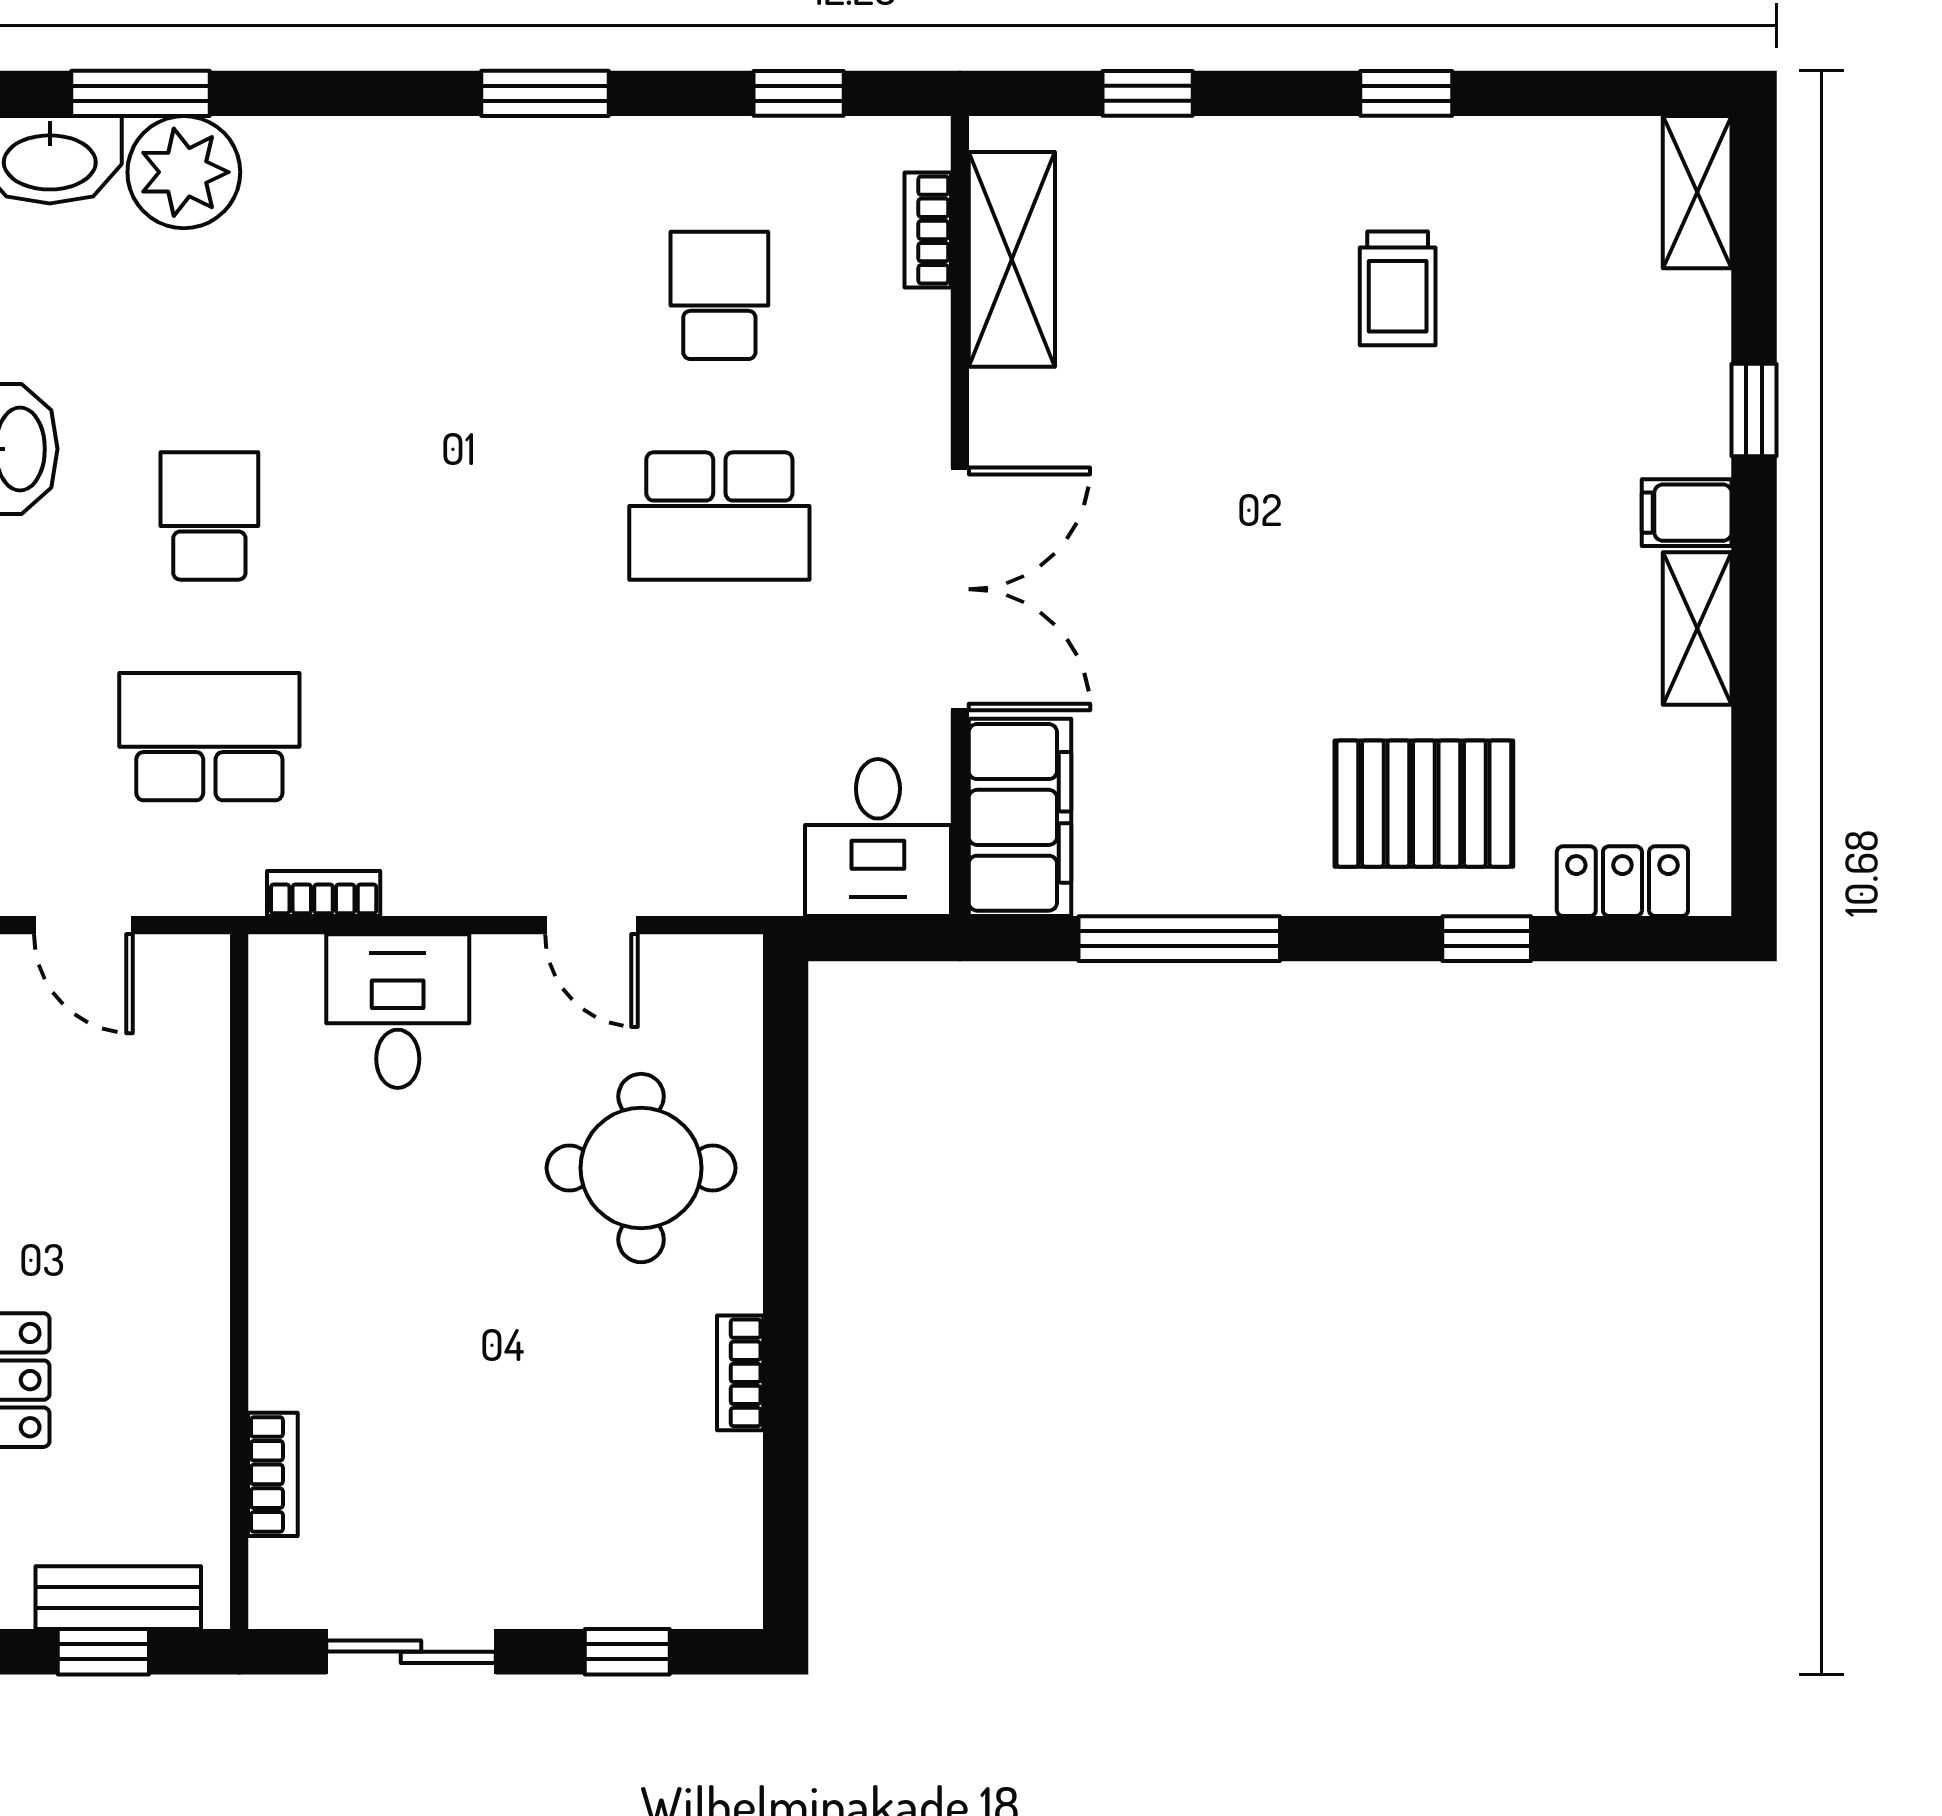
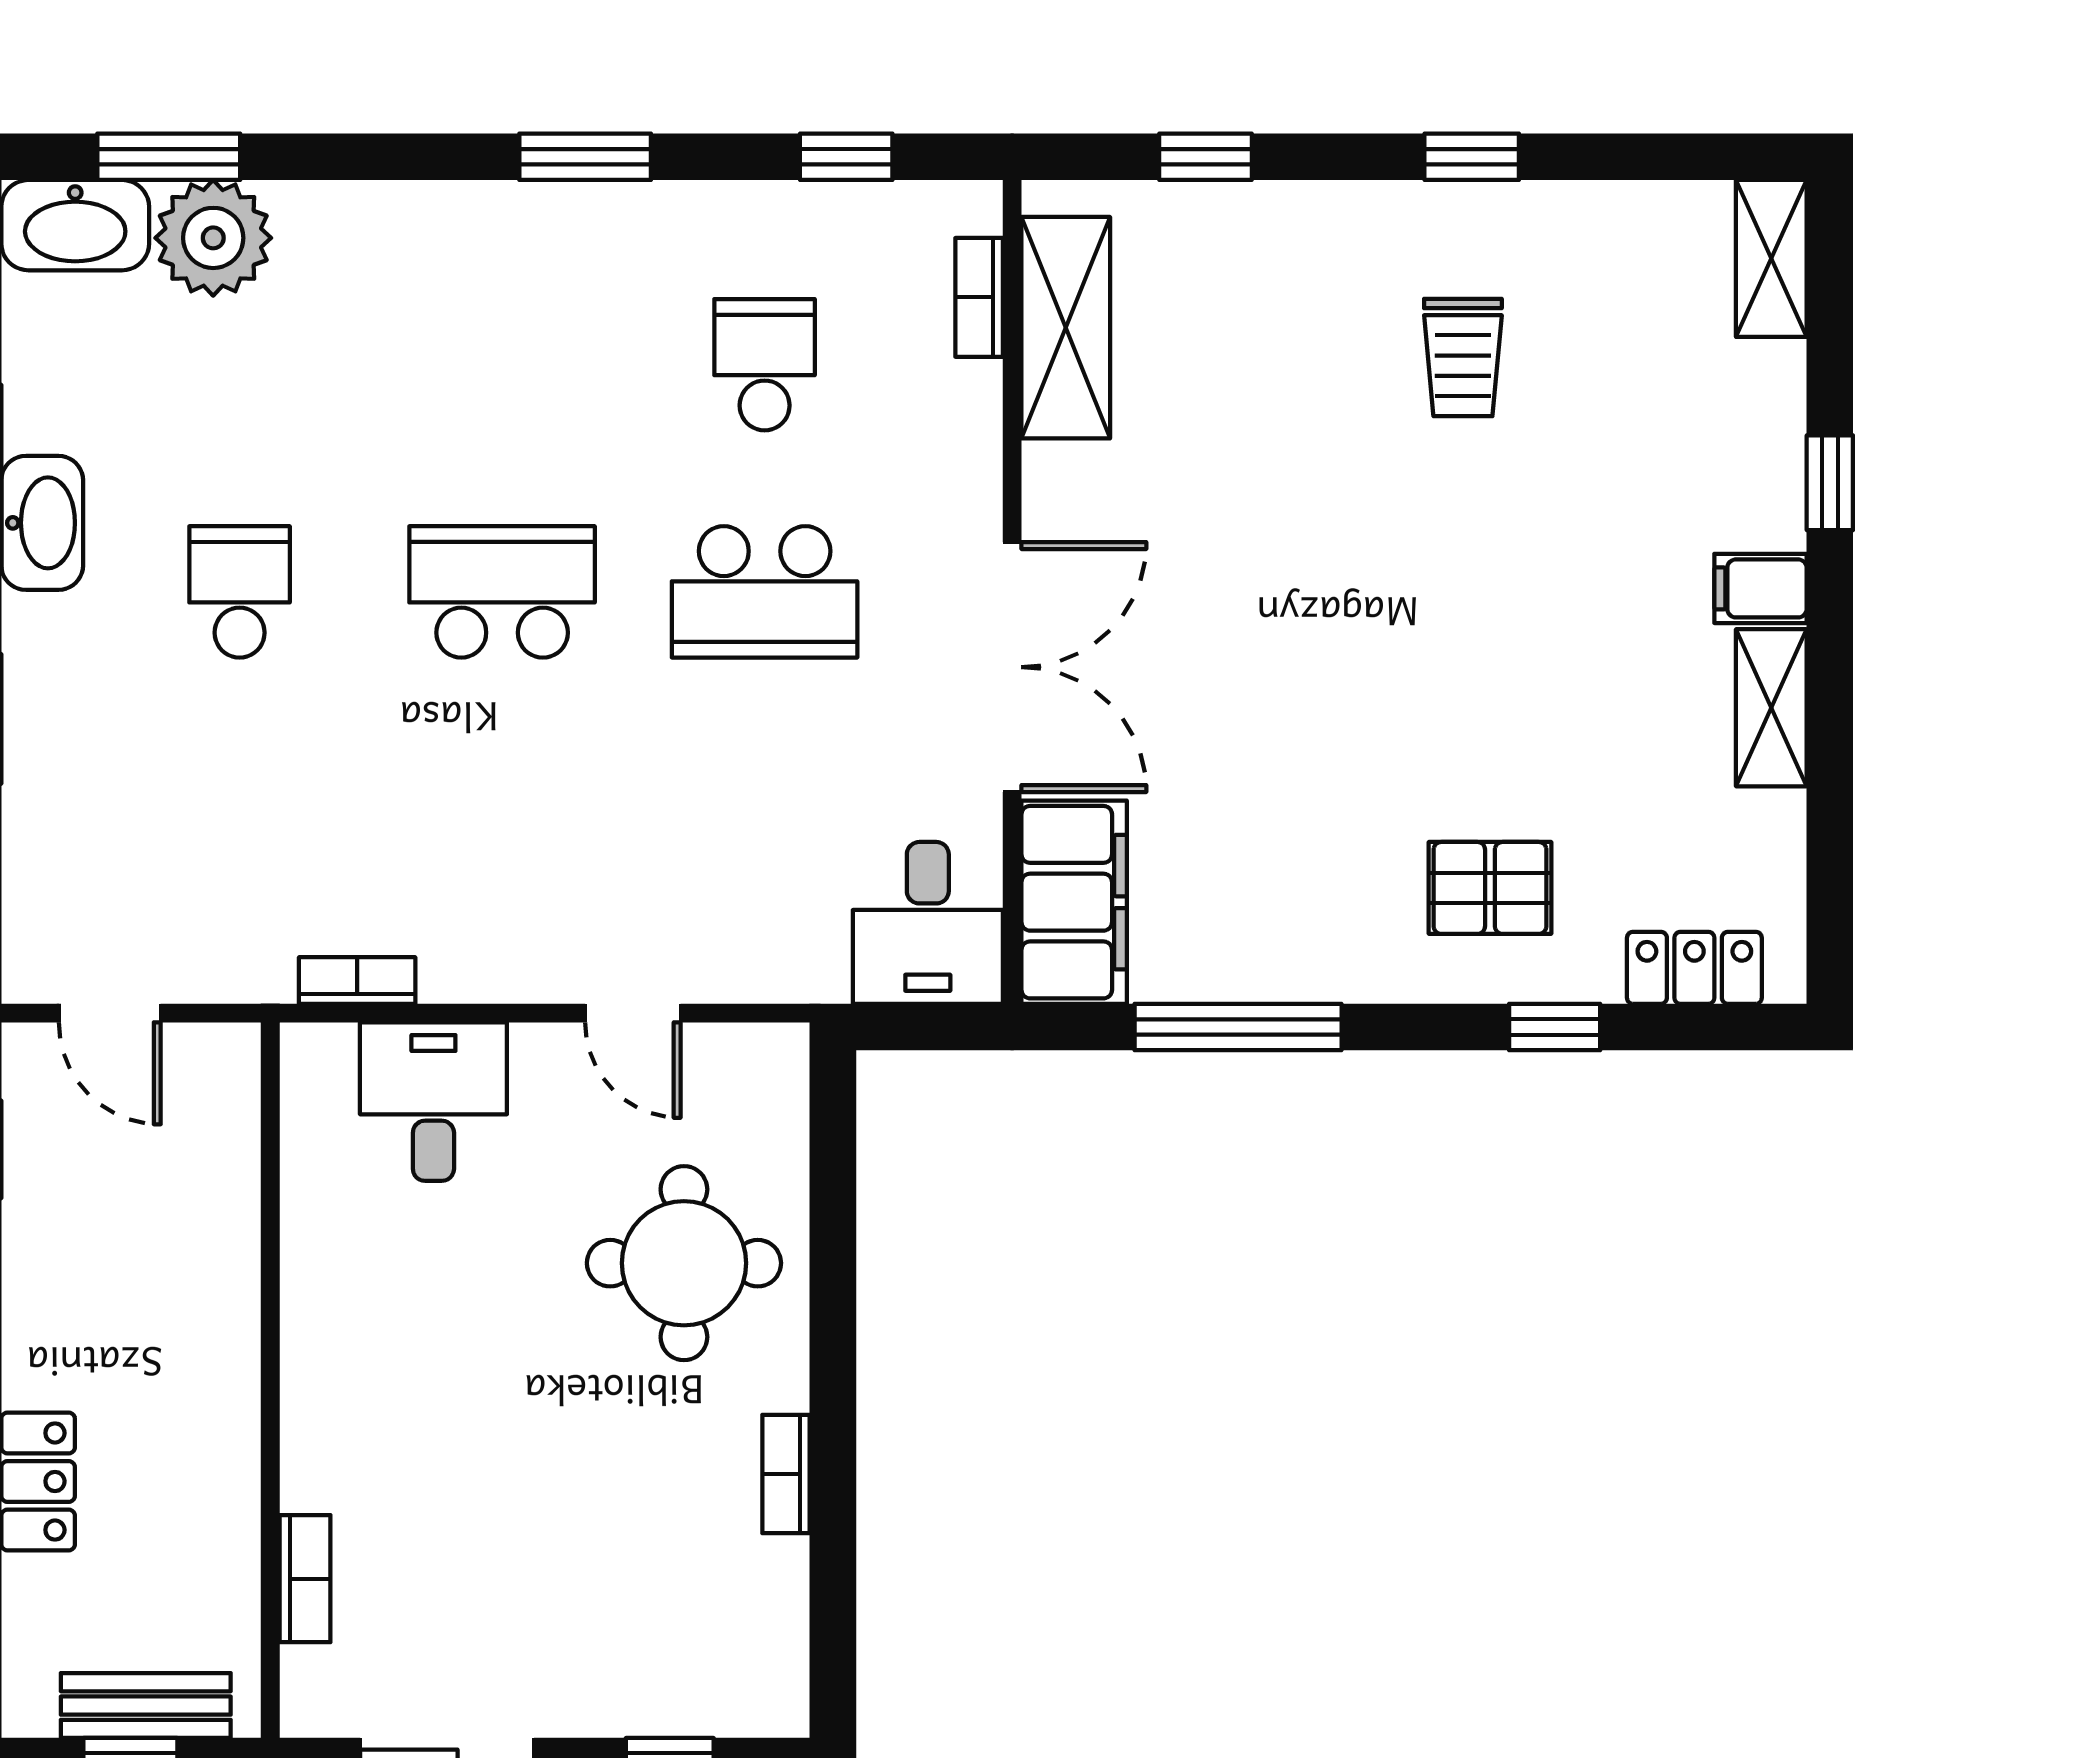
school desk: (209, 737) -> (502, 592), moved
pallet: (1424, 804) -> (1490, 888), width x0.67, depth x0.71

